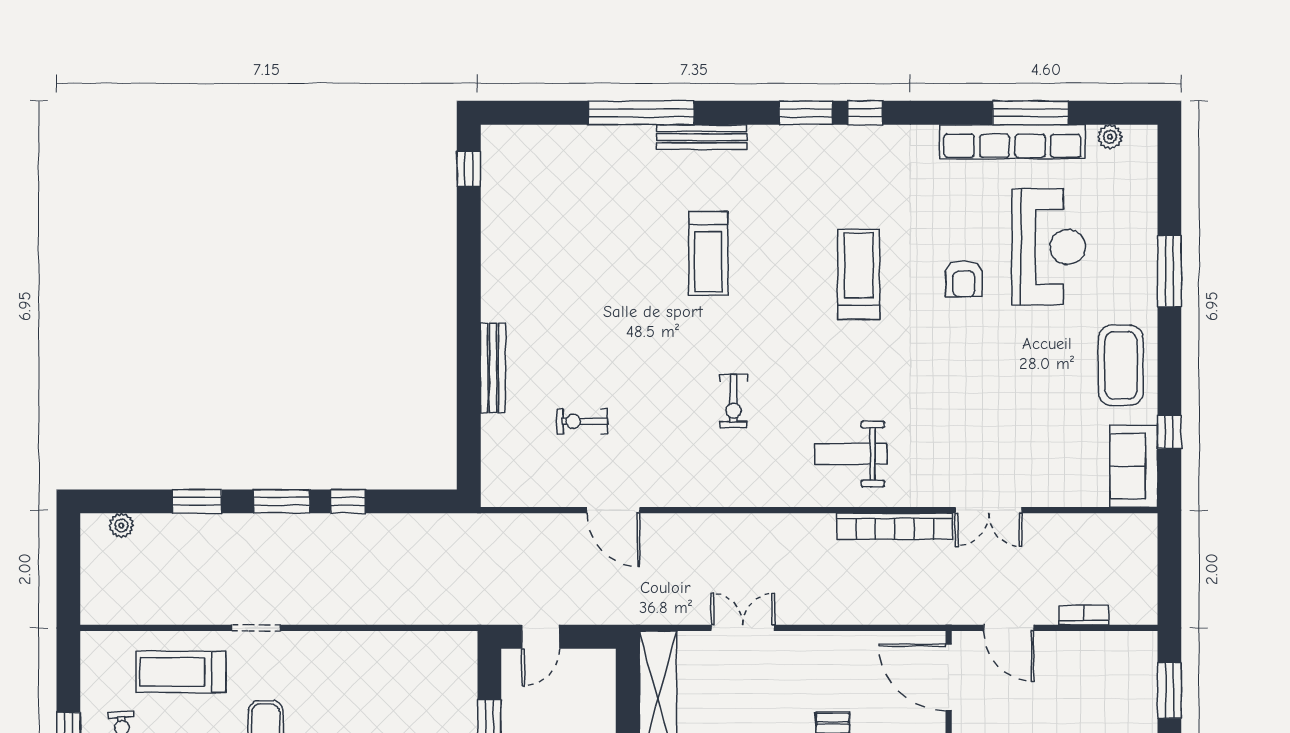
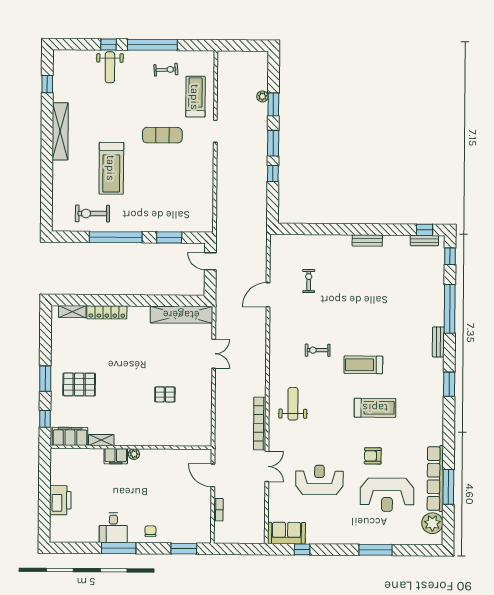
window: (865, 113) -> (450, 256), moved
bench: (702, 137) -> (438, 342), width x0.73
plant: (1110, 137) -> (432, 523), width x1.88, depth x1.88
bench: (492, 169) -> (424, 241), added
treadmill: (708, 253) -> (363, 365), moved
coffee table: (1121, 365) -> (333, 527), removed
bench: (493, 368) -> (367, 241), moved, width x0.73
reception desk: (1017, 395) -> (319, 480), added
double door: (989, 510) -> (267, 466), swing flipped
plant: (121, 525) -> (262, 96), moved
door: (1009, 628) -> (213, 475), hinge flipped
door: (949, 677) -> (190, 448), removed

